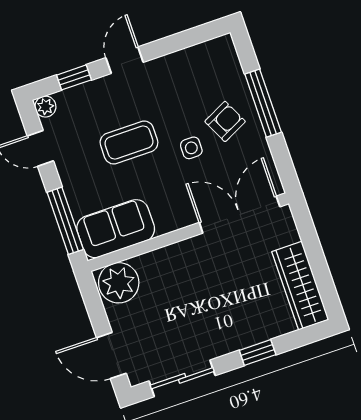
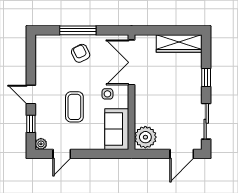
side table: (191, 148) -> (107, 94), moved
window: (65, 221) -> (104, 154), removed

